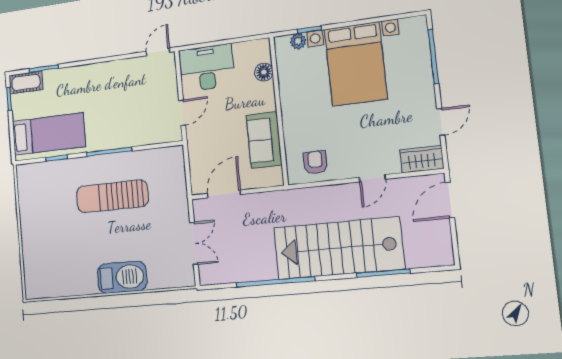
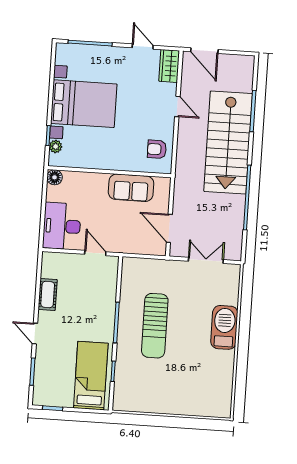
door: (158, 52) -> (35, 334), moved
floor lamp: (264, 72) -> (55, 177), moved
cot: (26, 82) -> (48, 294), moved

